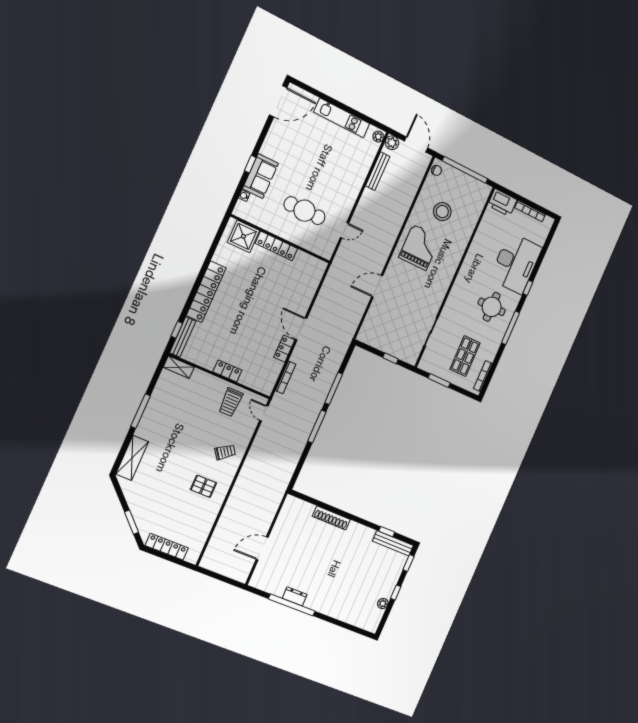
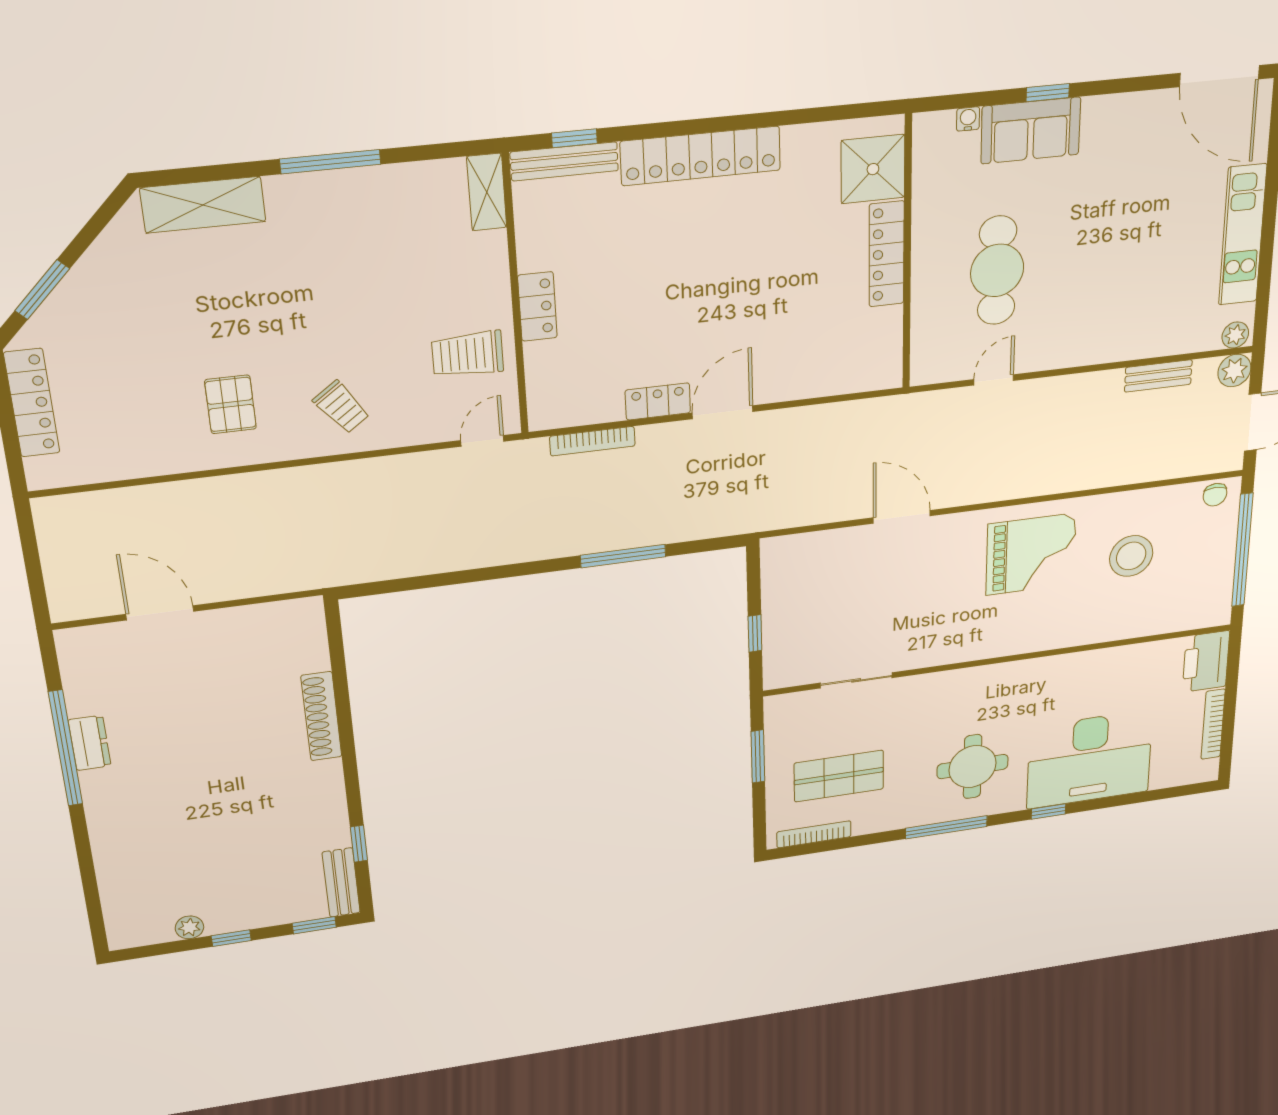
bench: (378, 171) -> (1158, 376), width x0.73
door: (344, 230) -> (994, 380), swing flipped
window: (317, 427) -> (516, 570), removed
bench: (393, 543) -> (341, 882), width x0.73

